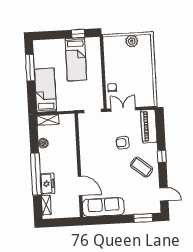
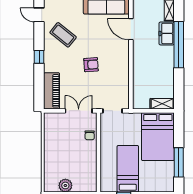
bed: (45, 90) -> (158, 137), width x1.50
double door: (123, 109) -> (79, 111), swing flipped
boiler: (43, 143) -> (169, 78), removed
armchair: (123, 143) -> (91, 65), moved
coffee table: (141, 167) -> (63, 35), moved

